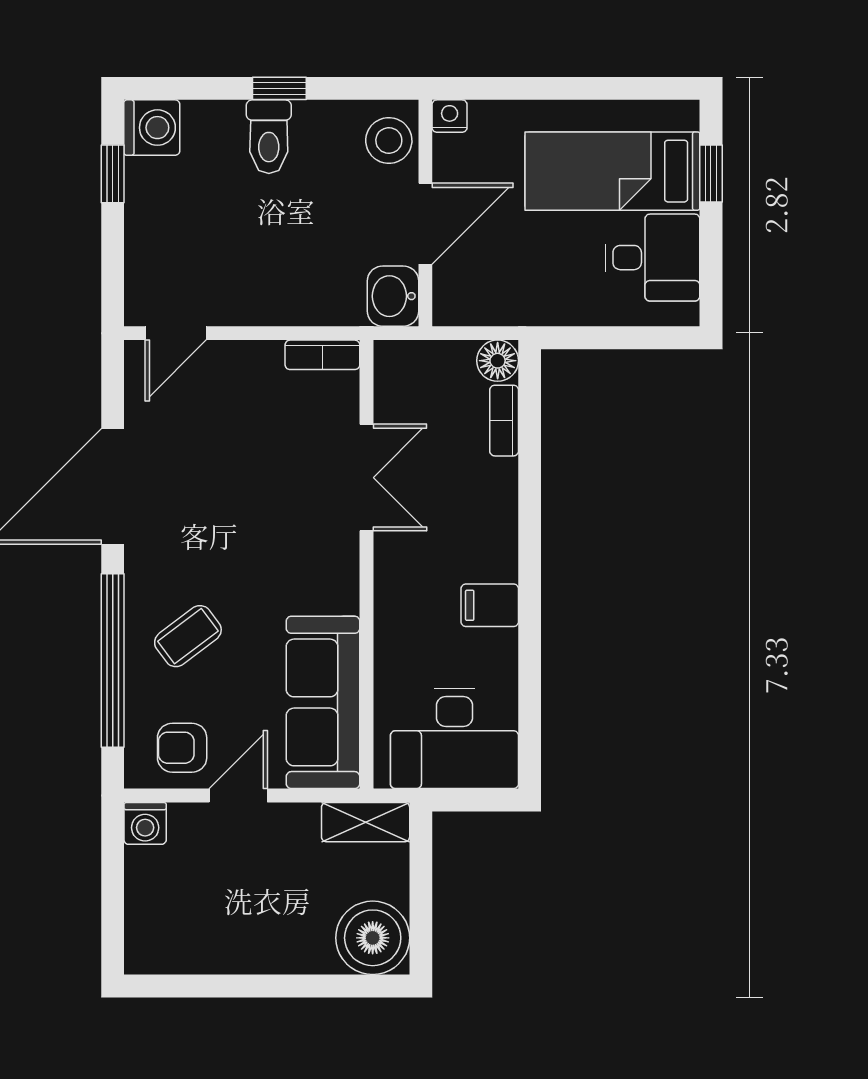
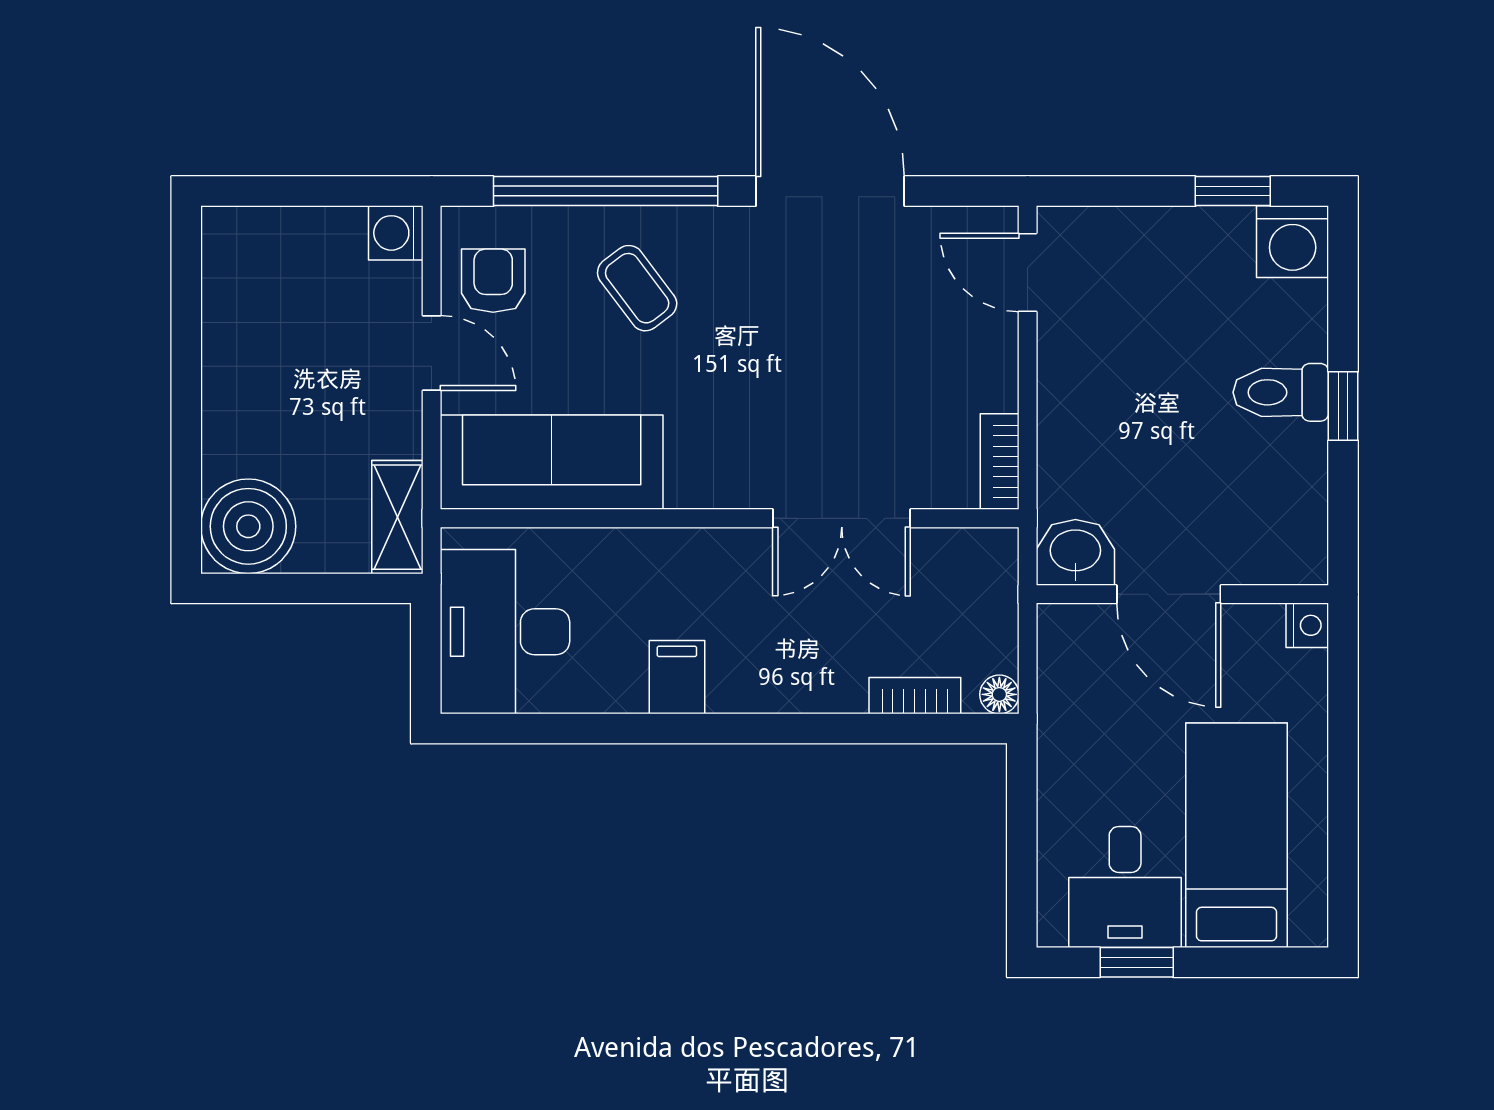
stool: (389, 140) -> (1276, 547), removed
window: (711, 174) -> (1137, 962), moved
floor lamp: (498, 361) -> (999, 694), width x0.73, depth x0.73

